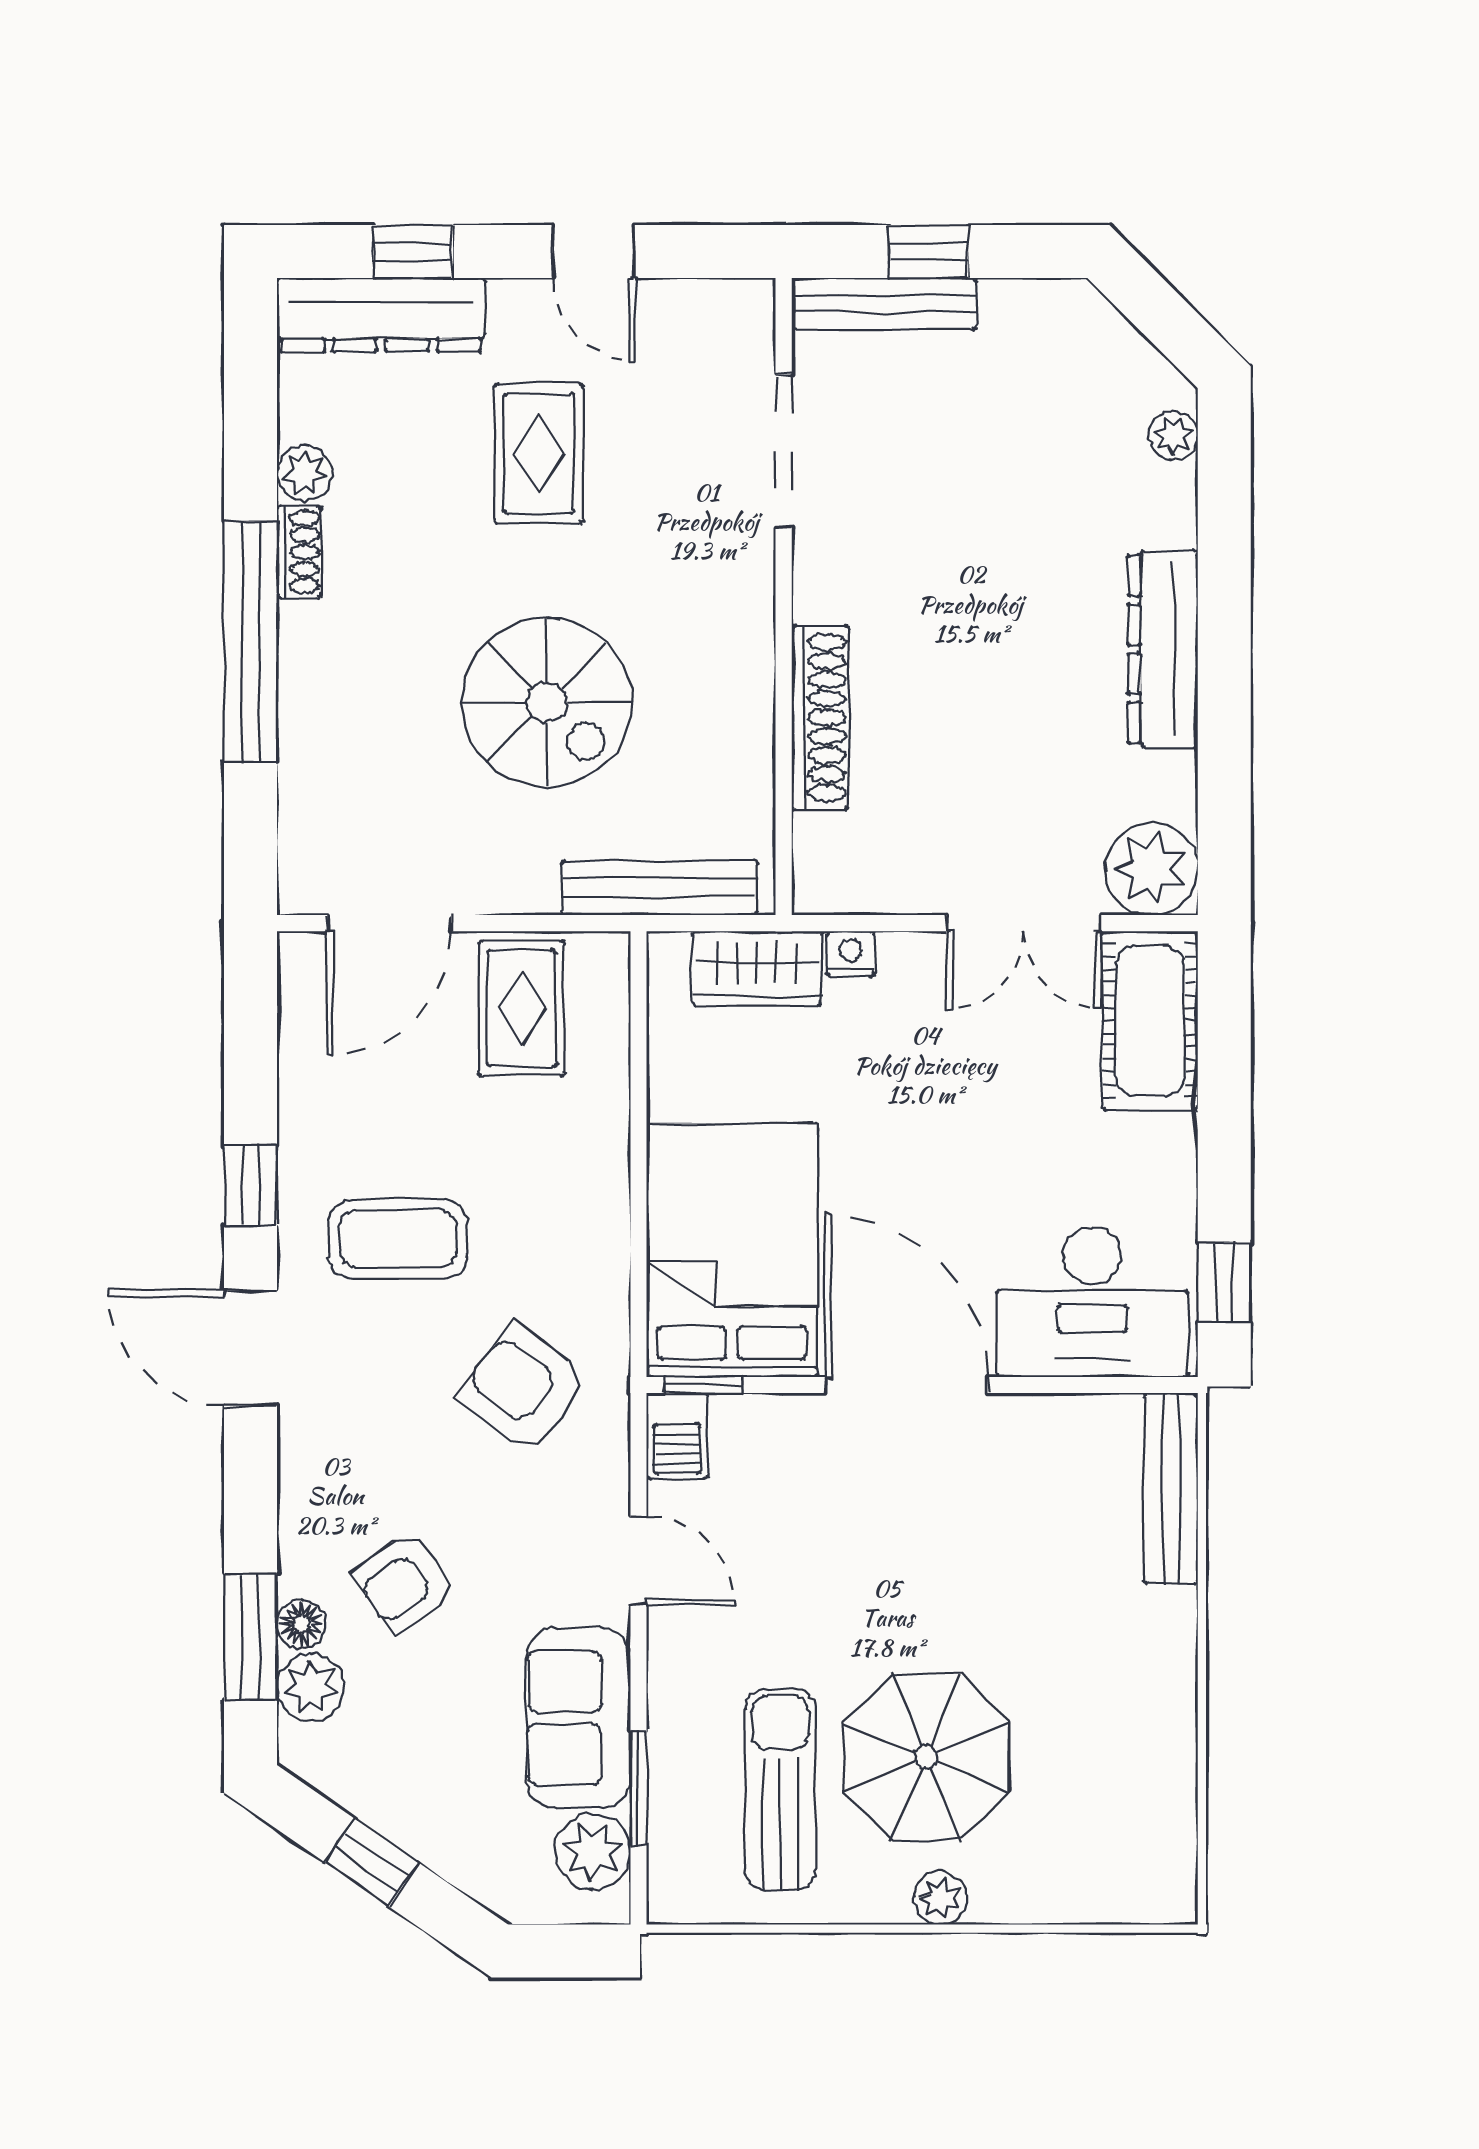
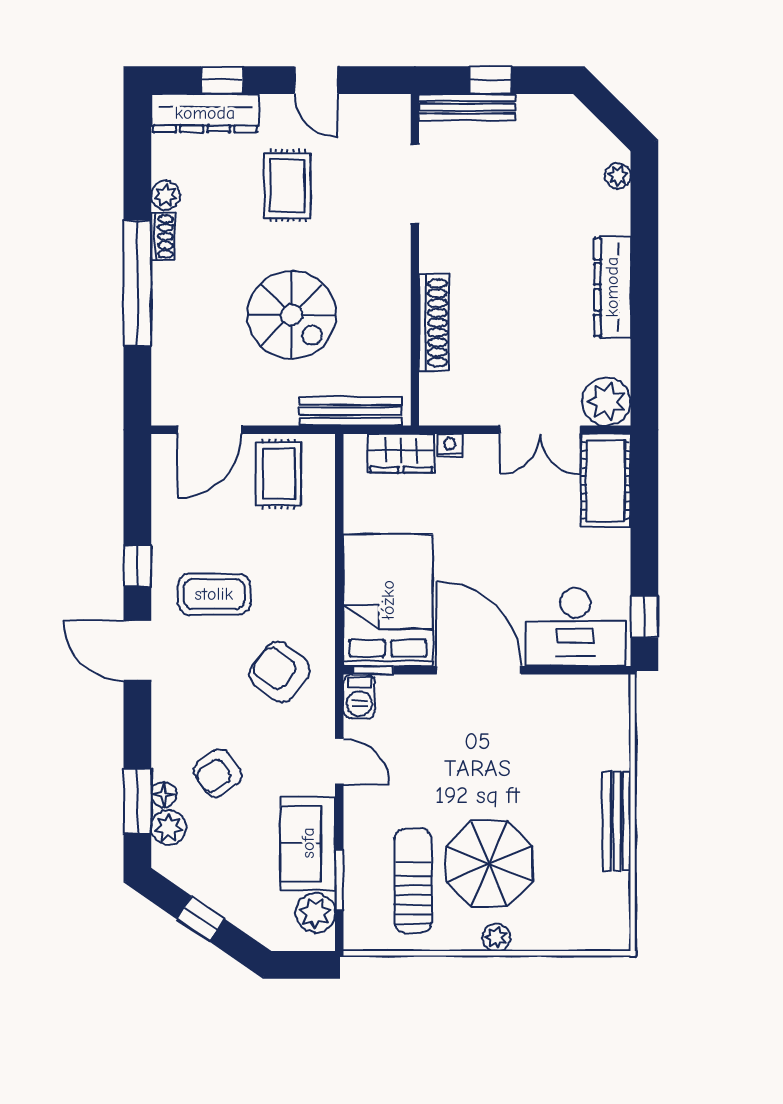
bench: (1171, 1488) -> (617, 821), moved

